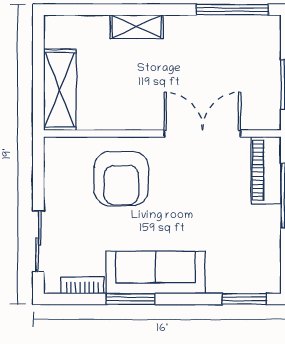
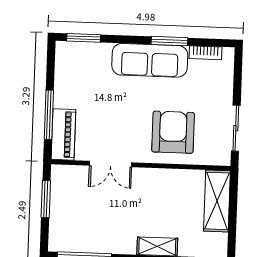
double door: (202, 134) -> (110, 164), width x0.73
sliding door: (38, 242) -> (236, 128), moved

